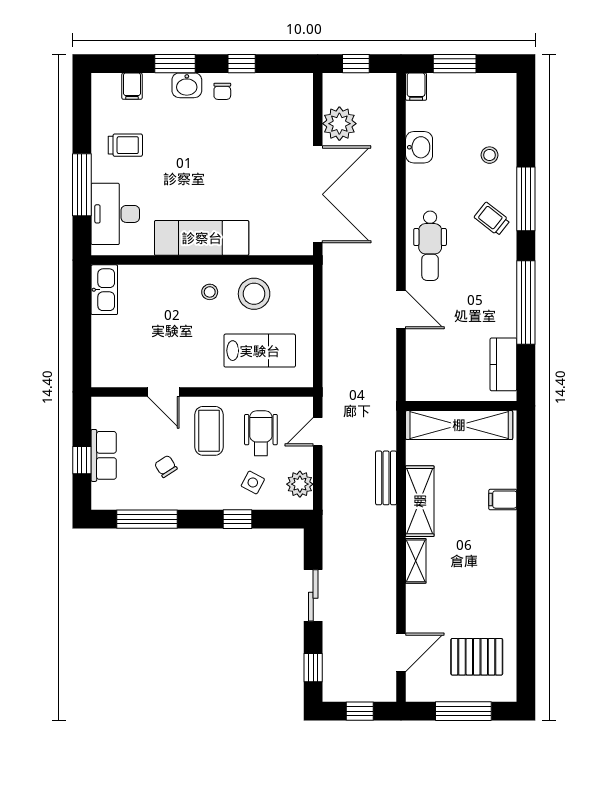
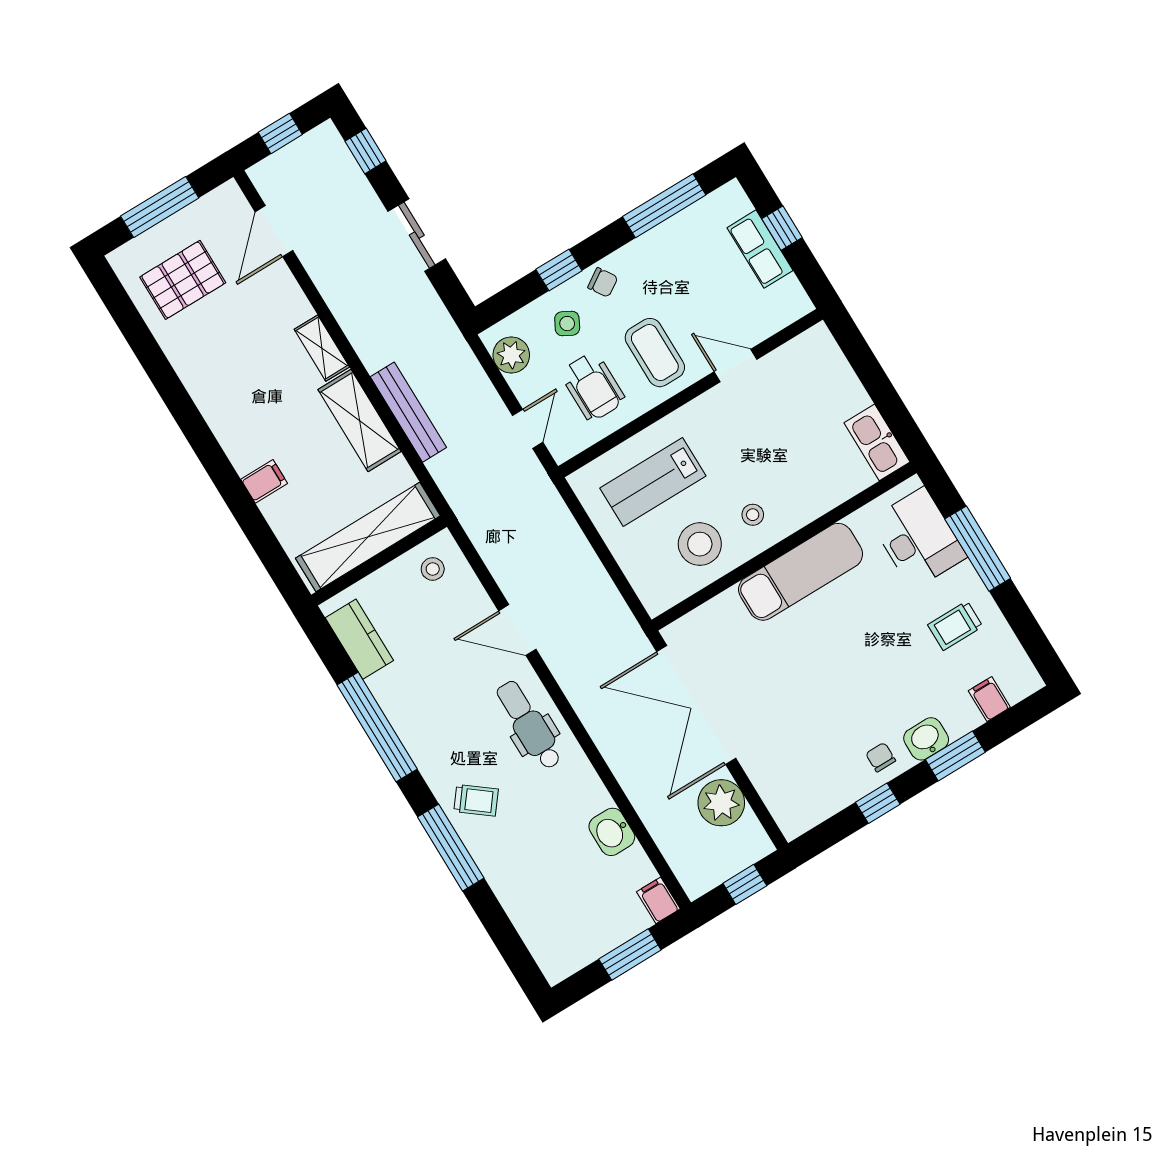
stool: (489, 155) -> (433, 569), moved
chair: (166, 466) -> (603, 282), moved
bench: (386, 478) -> (408, 412), width x1.36

